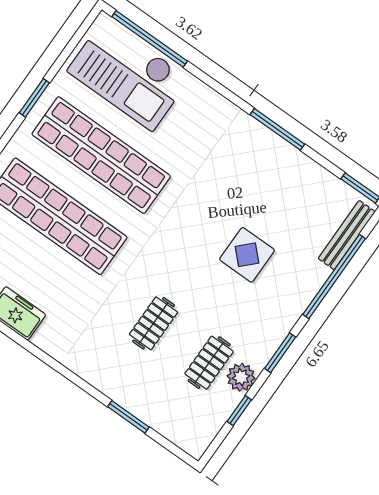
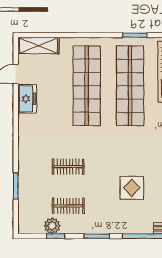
plant: (241, 377) -> (52, 226), moved

